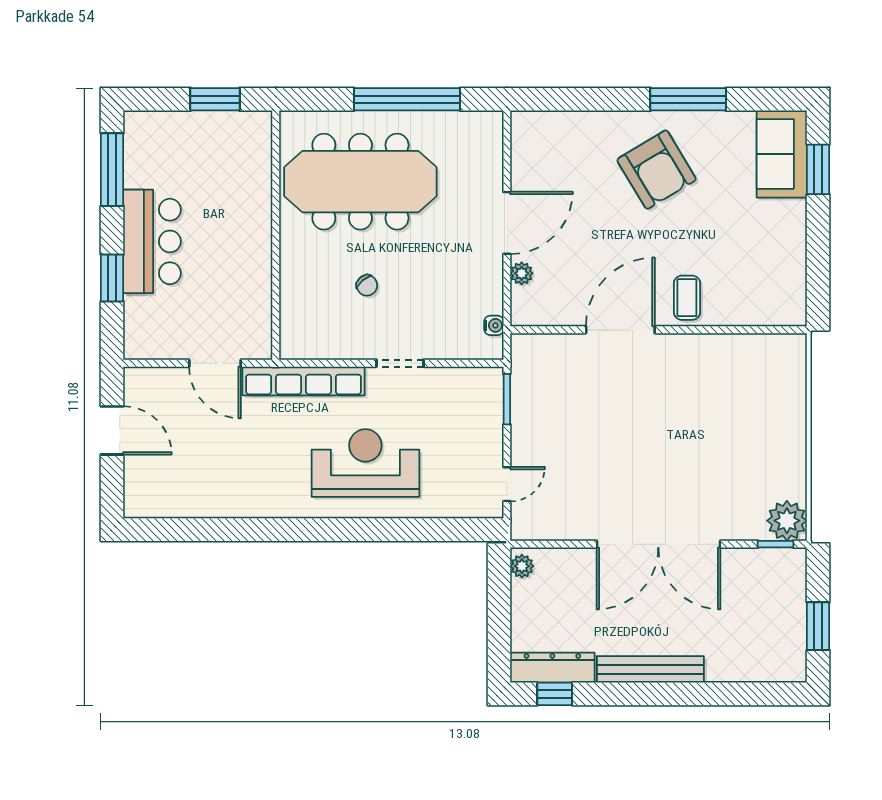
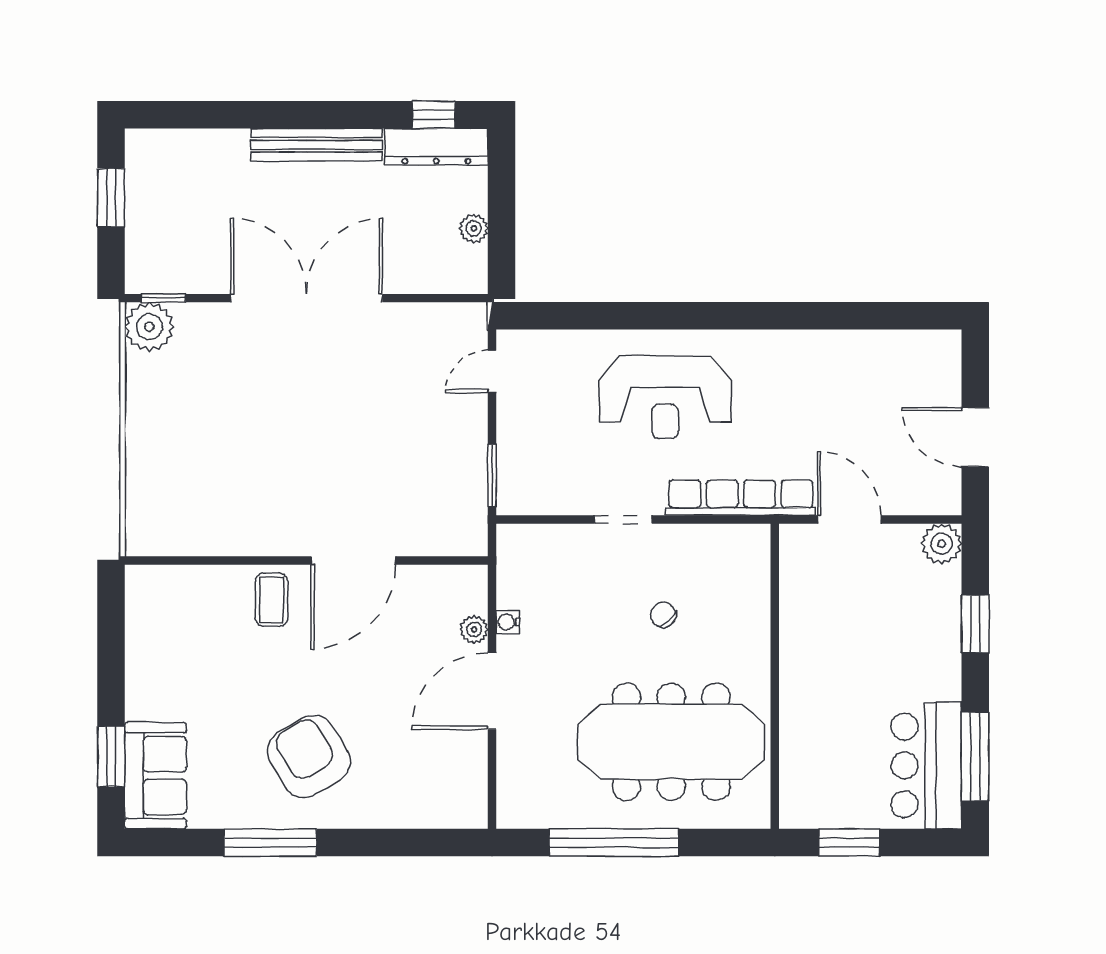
bar counter: (152, 241) -> (926, 766), moved
water cooler: (494, 325) -> (508, 622), moved
plant: (140, 343) -> (941, 544), added
plant: (522, 566) -> (474, 228), moved

